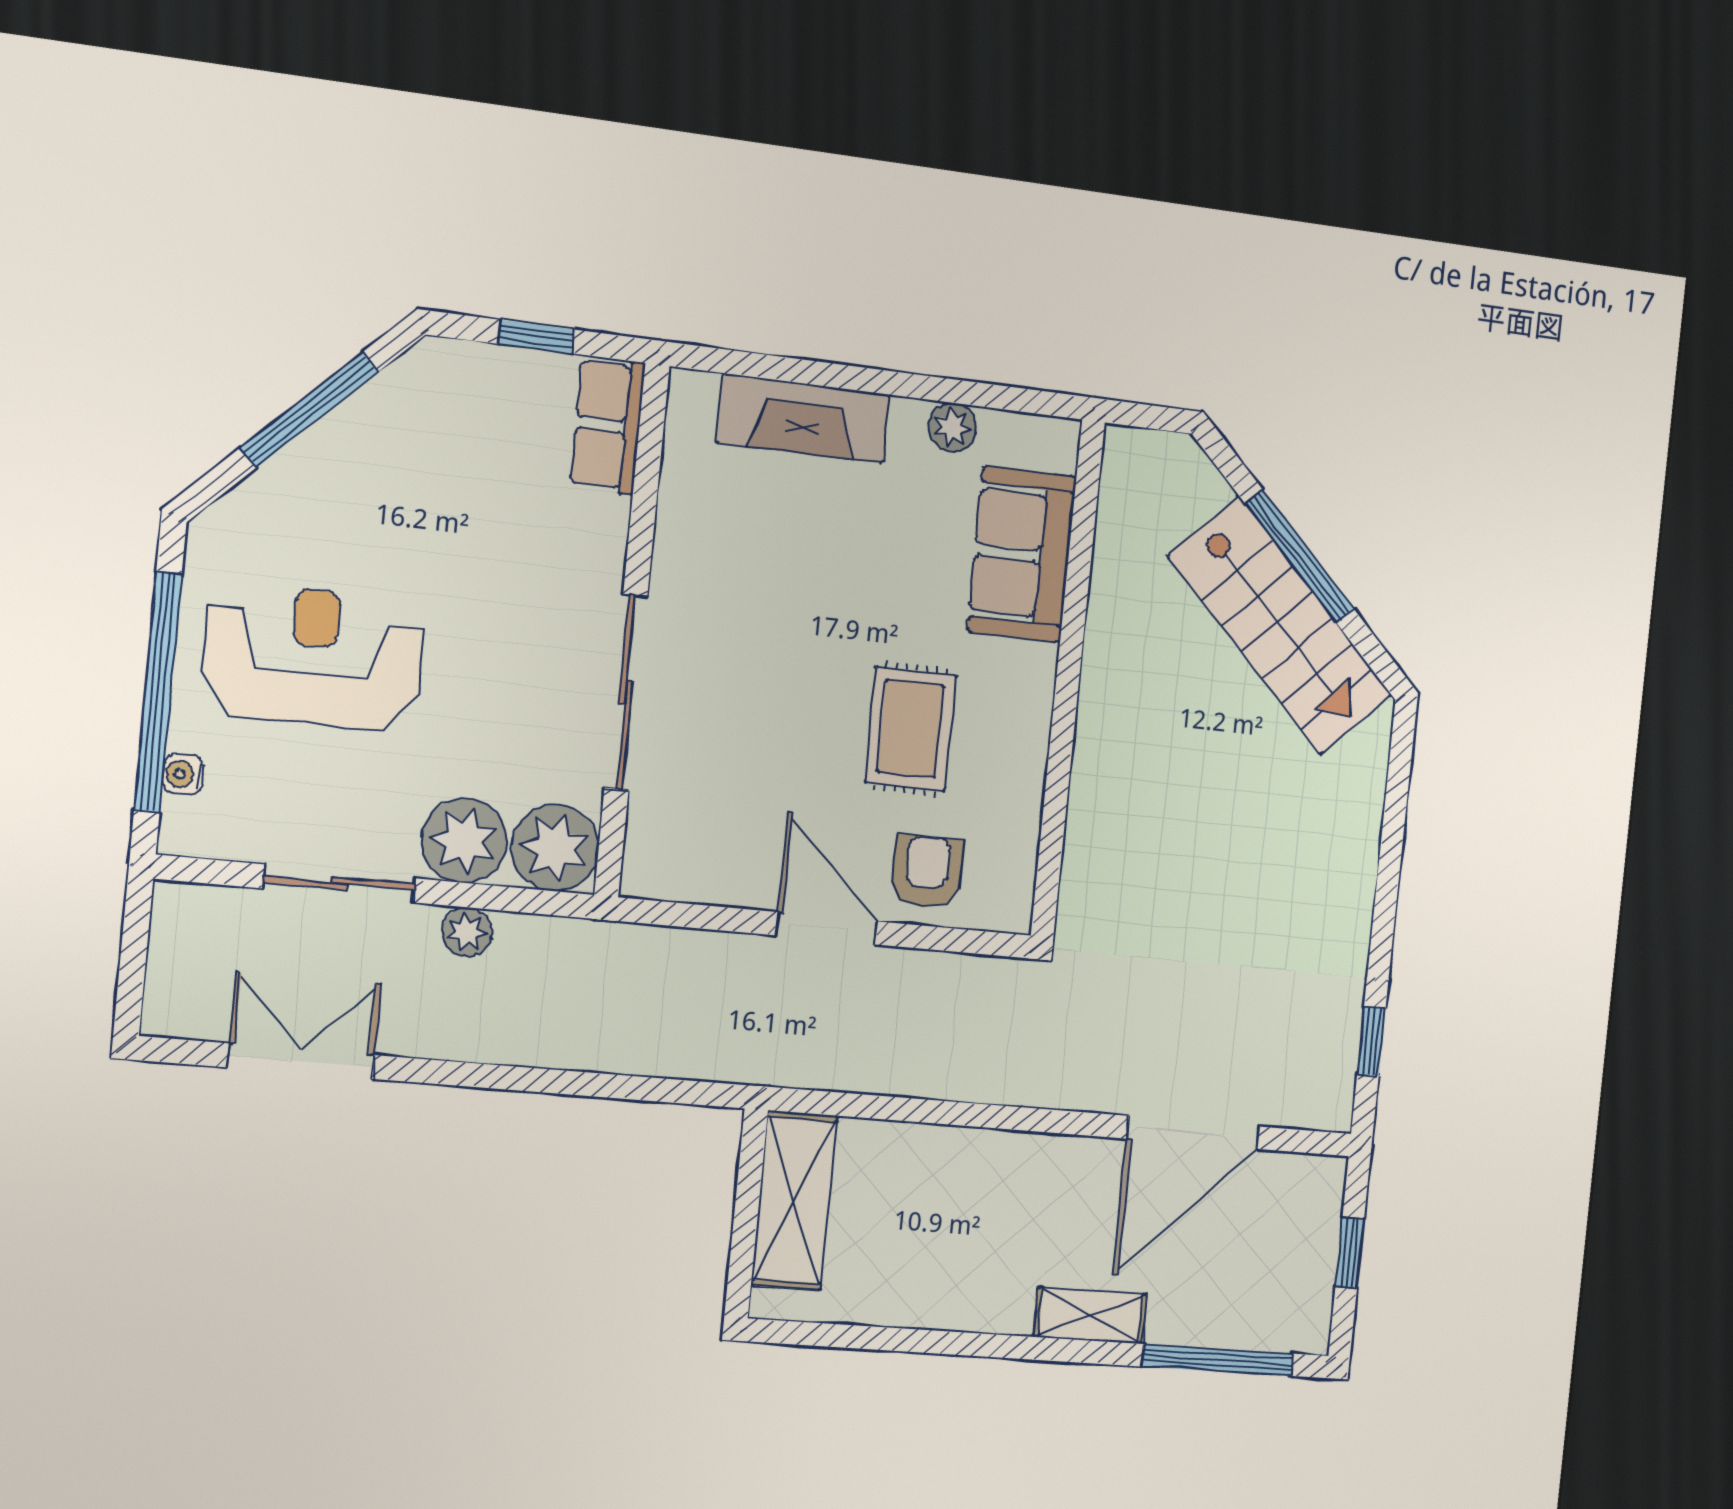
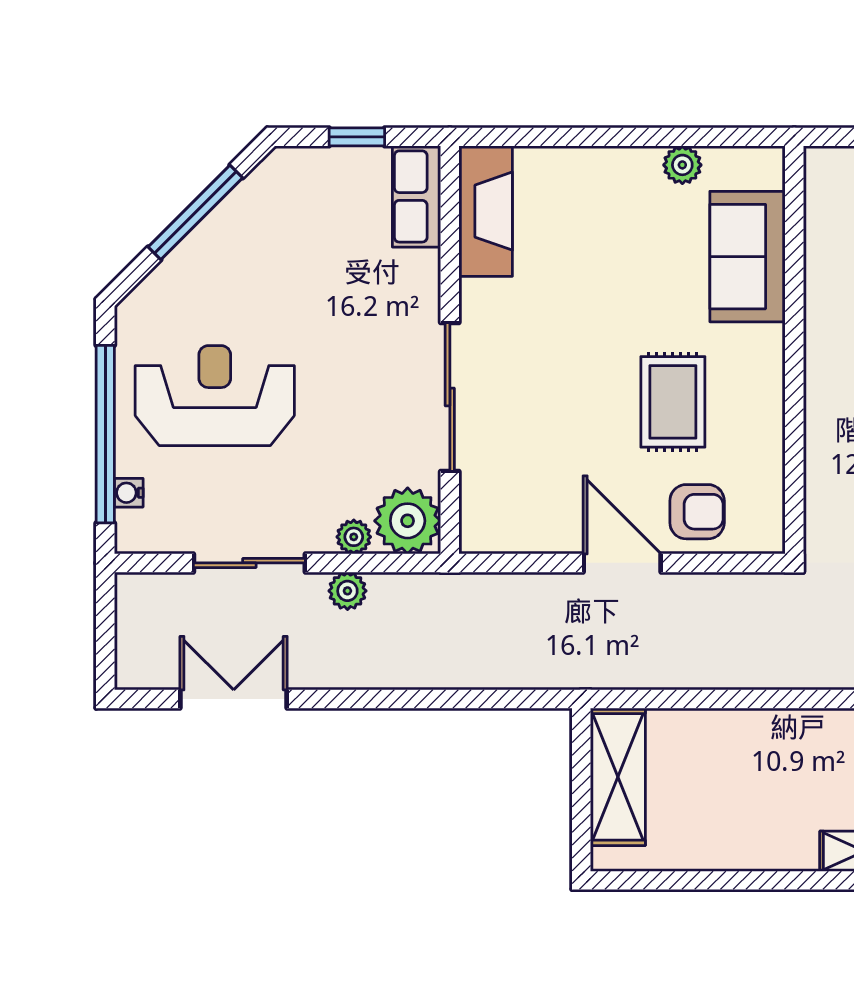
fireplace: (803, 418) -> (486, 211), moved, turned -90
plant: (464, 841) -> (354, 537), width x0.53, depth x0.53
armchair: (927, 872) -> (697, 512), turned 90

